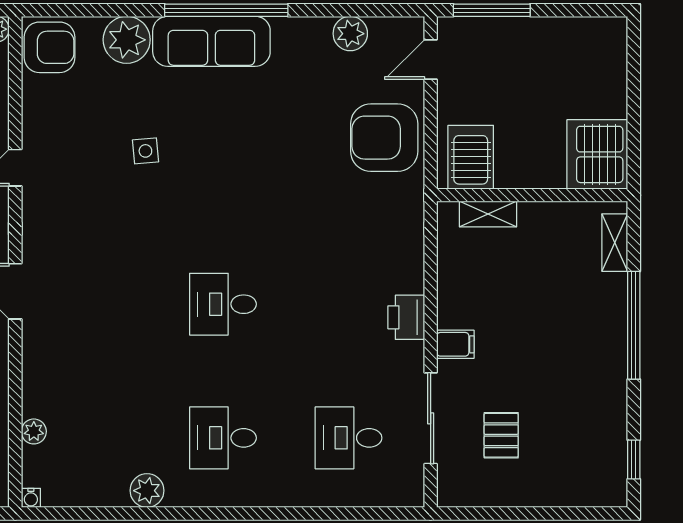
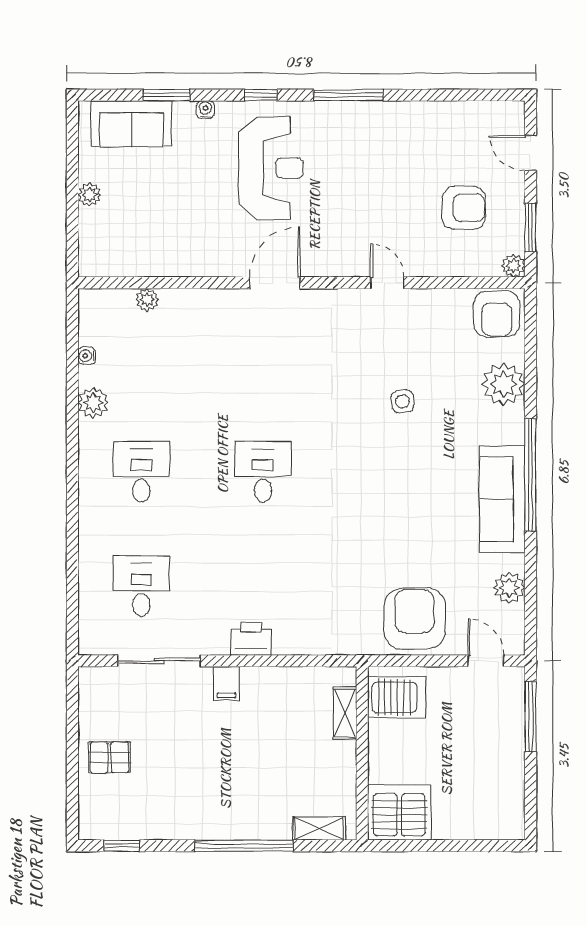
sofa: (211, 41) -> (502, 499), moved
pallet: (501, 435) -> (109, 757), moved
water cooler: (31, 498) -> (87, 356), moved

